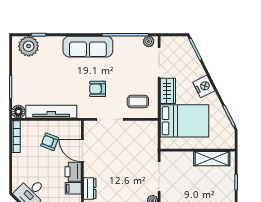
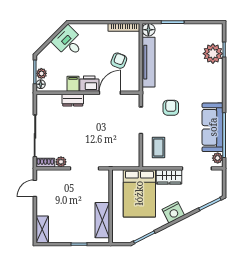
plant: (29, 46) -> (213, 54), moved
sofa: (88, 47) -> (213, 127), moved

